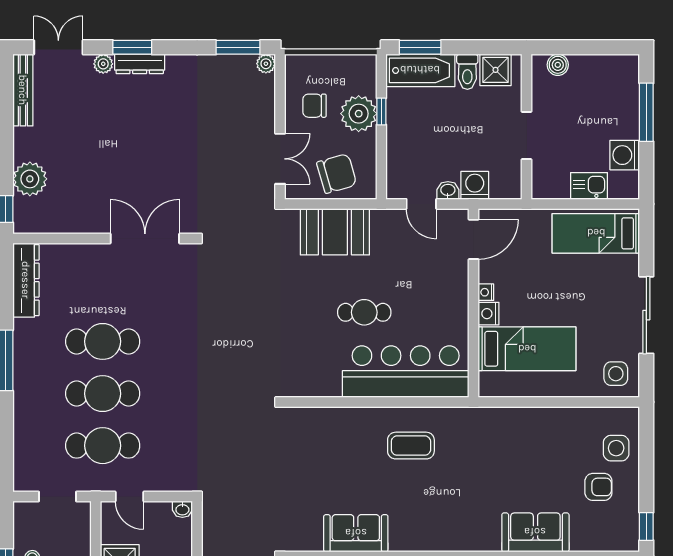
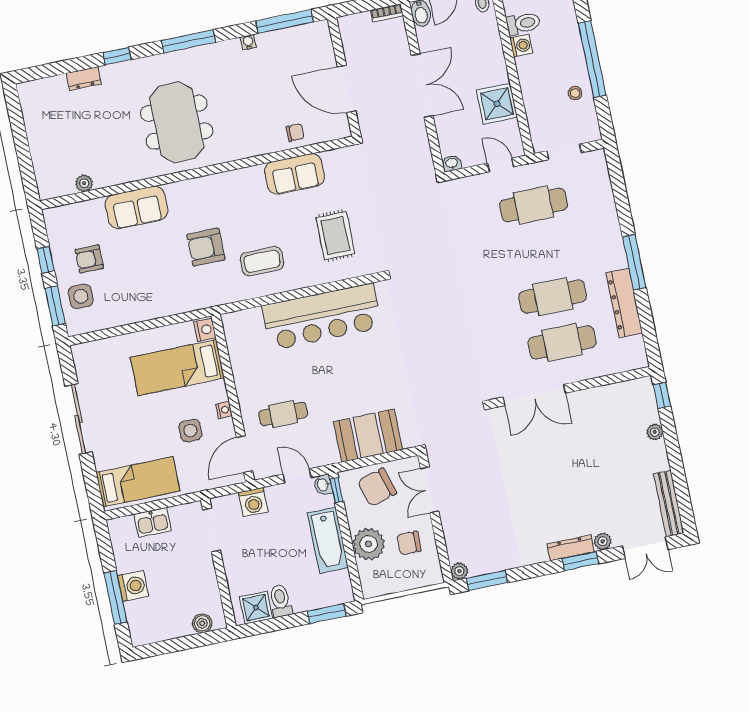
bathtub: (420, 70) -> (328, 540), moved, turned -90
chair: (314, 106) -> (409, 543), turned 180
window: (381, 111) -> (337, 490), moved
doorway: (527, 136) -> (212, 530), moved
washing machine: (625, 155) -> (133, 586), moved
plant: (30, 179) -> (655, 432), width x0.53, depth x0.53
washbasin: (448, 190) -> (323, 485), moved, turned 90
dresser: (26, 280) -> (624, 303), moved
cafe table: (364, 312) -> (283, 414), moved
nightstand: (489, 314) -> (205, 330), moved
bar counter: (406, 372) -> (322, 317), moved
side table: (616, 374) -> (190, 431), moved
cafe table: (103, 394) -> (562, 342), moved
window: (646, 444) -> (55, 306), added
rug: (325, 457) -> (335, 236), added
armchair: (469, 474) -> (206, 247), added
window: (646, 526) -> (46, 260), moved

